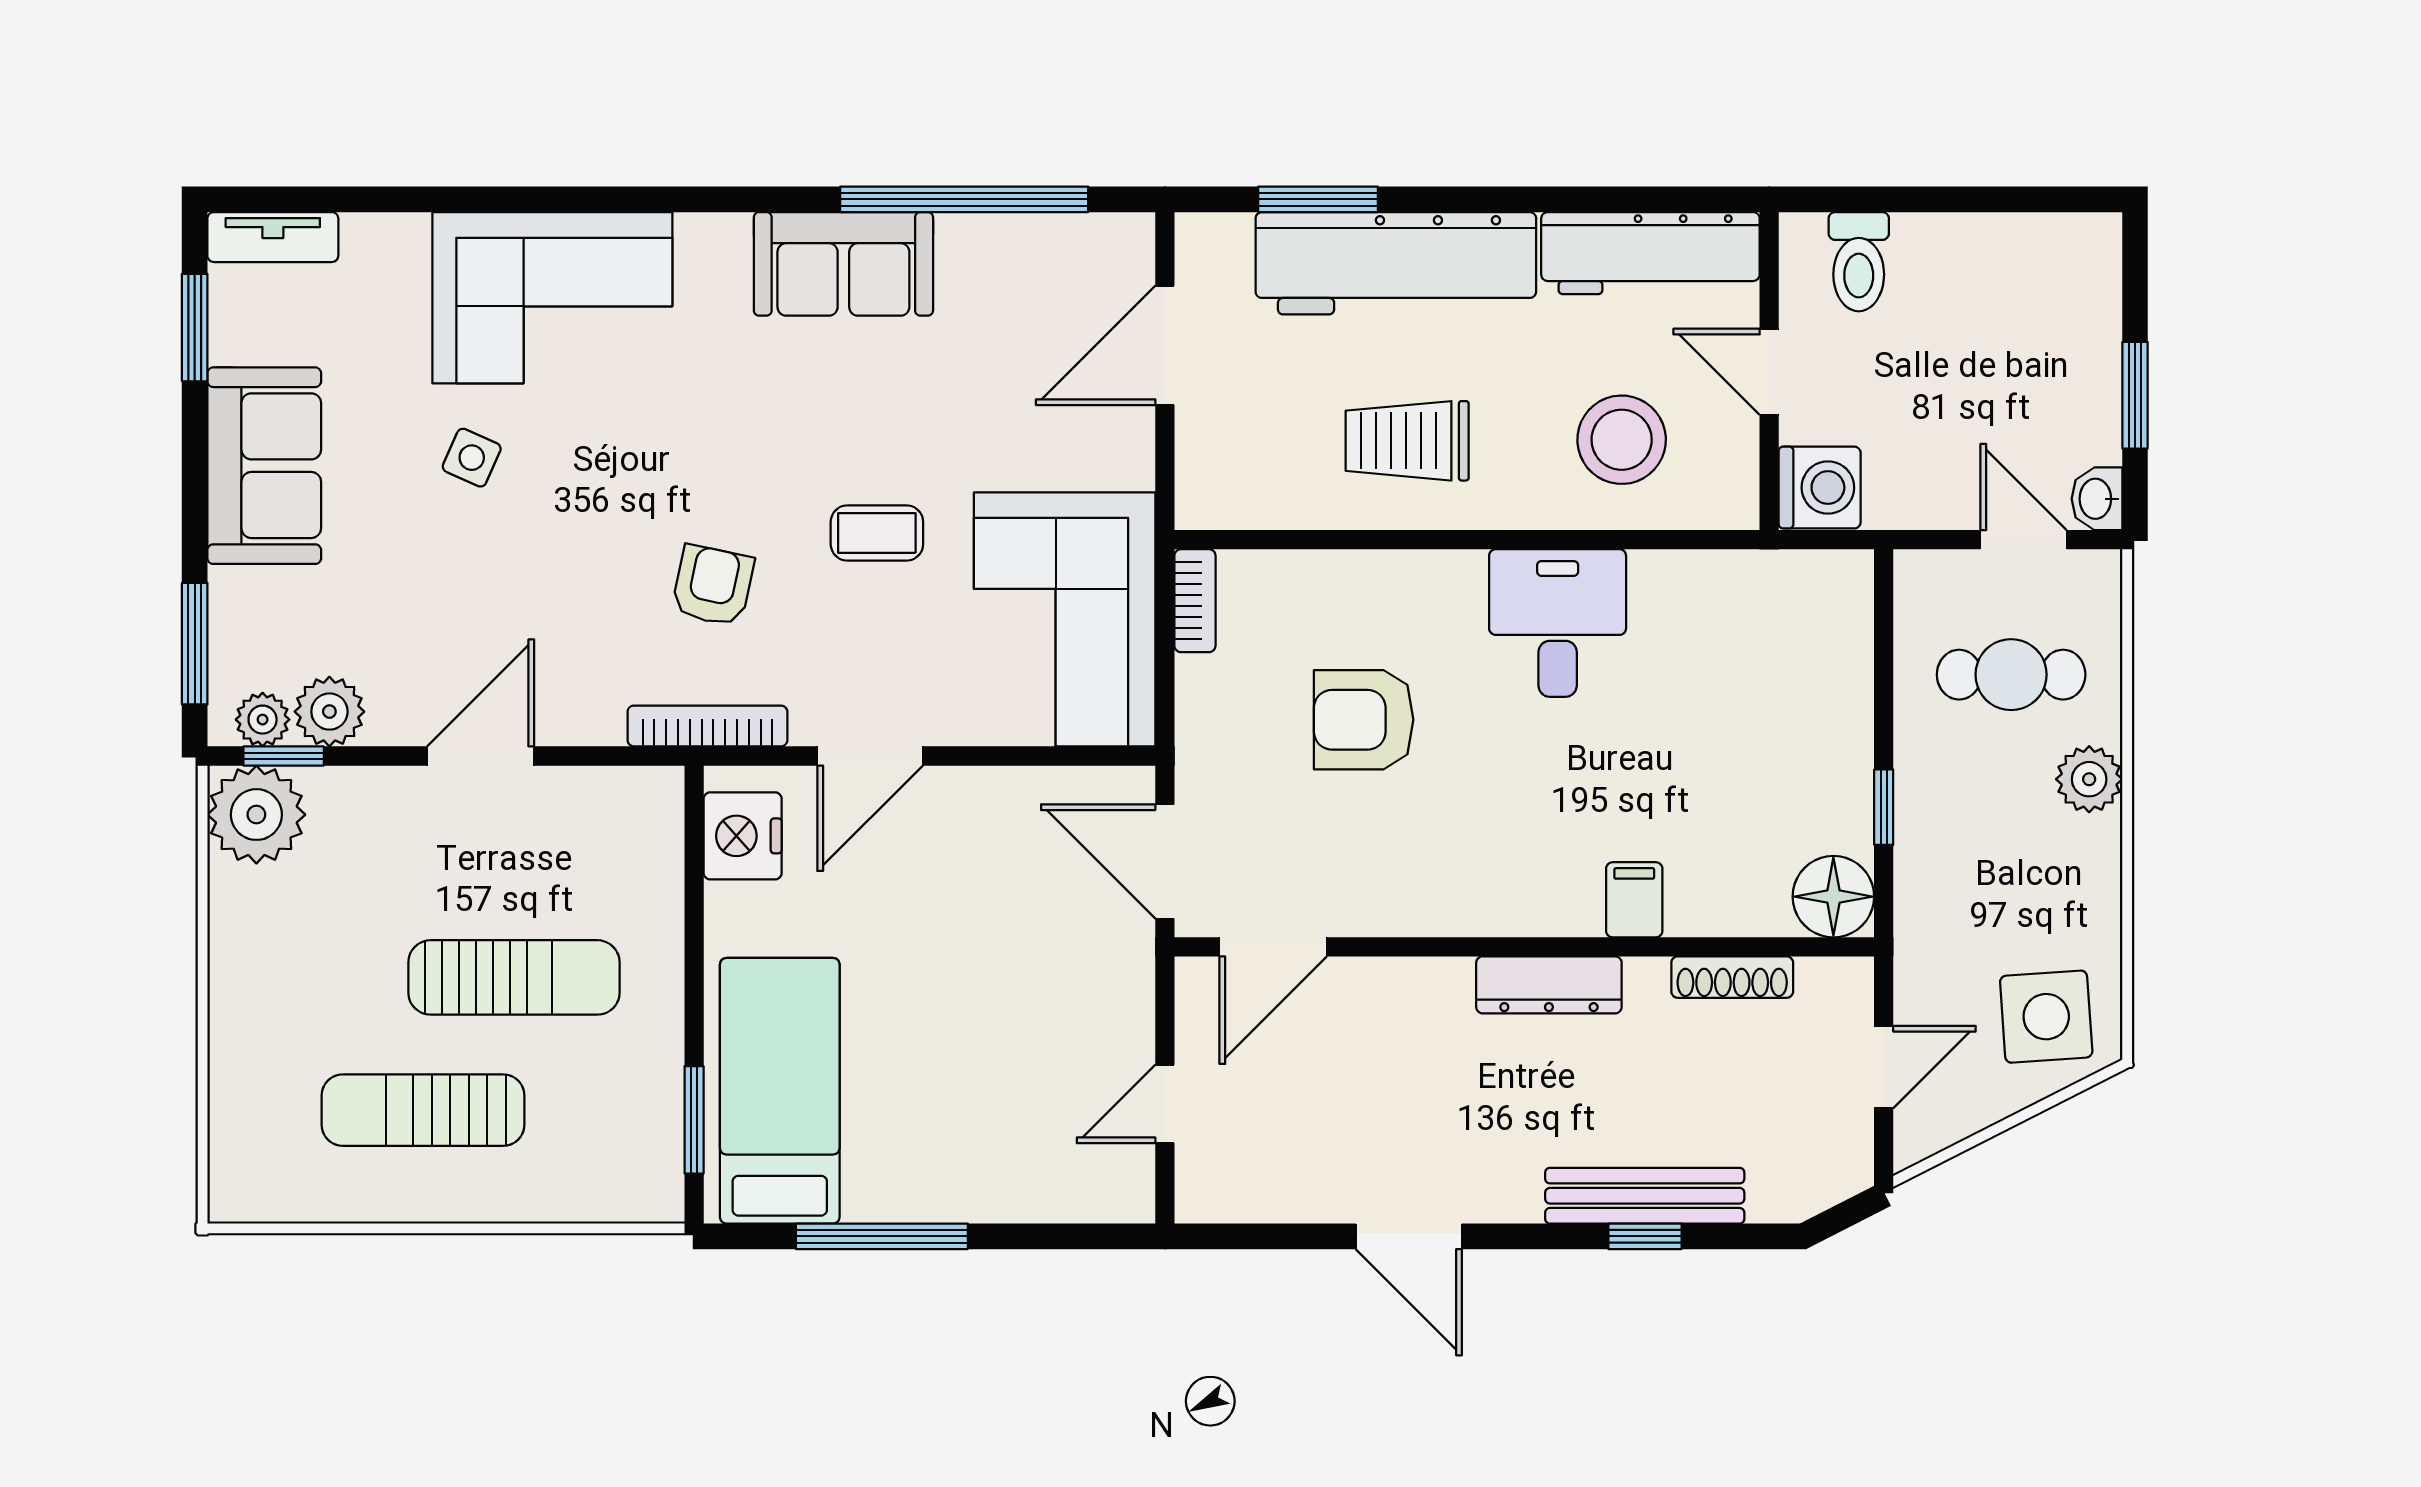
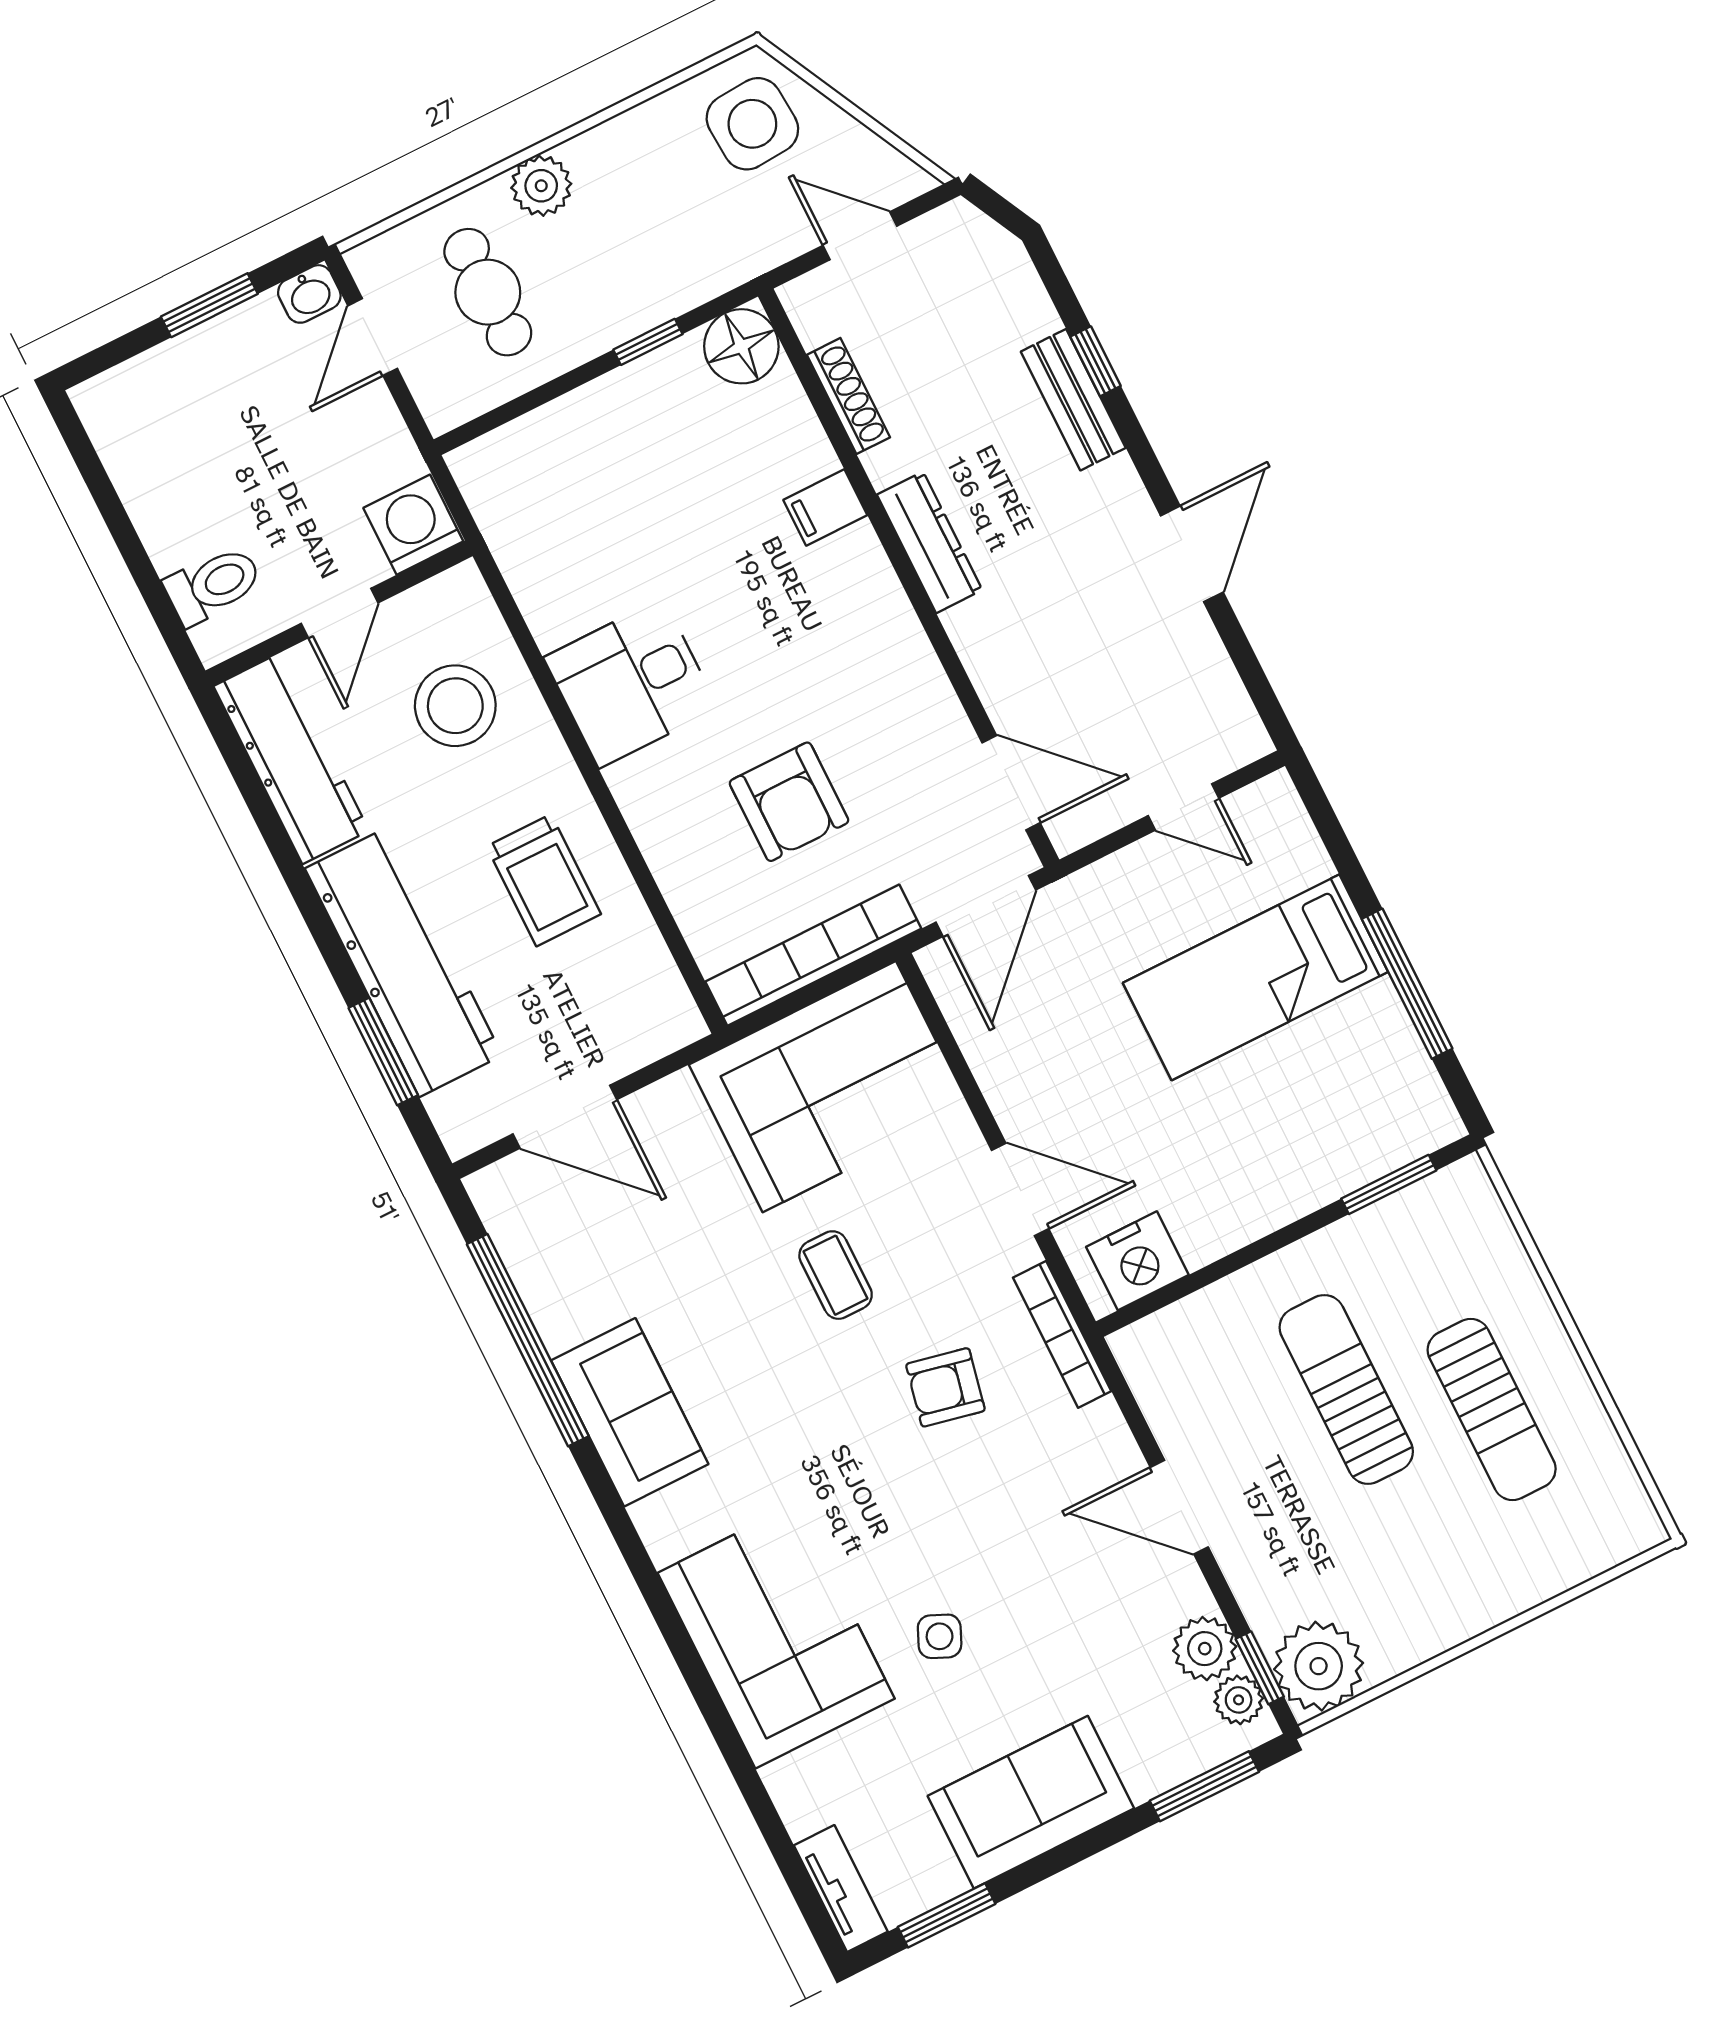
bookcase: (1195, 601) -> (813, 955), width x2.31, depth x1.31
bed: (780, 1091) -> (1255, 977), moved
bench: (1645, 1196) -> (1073, 400), width x0.73

